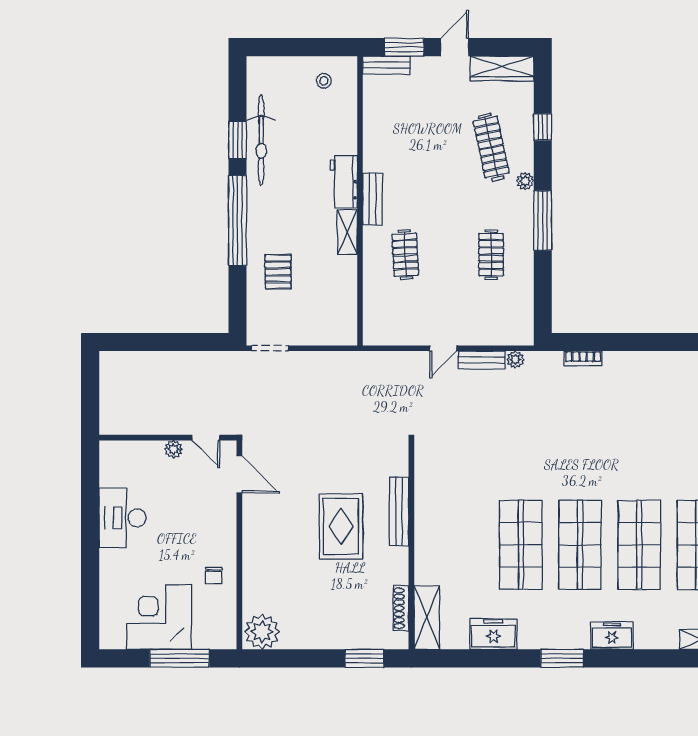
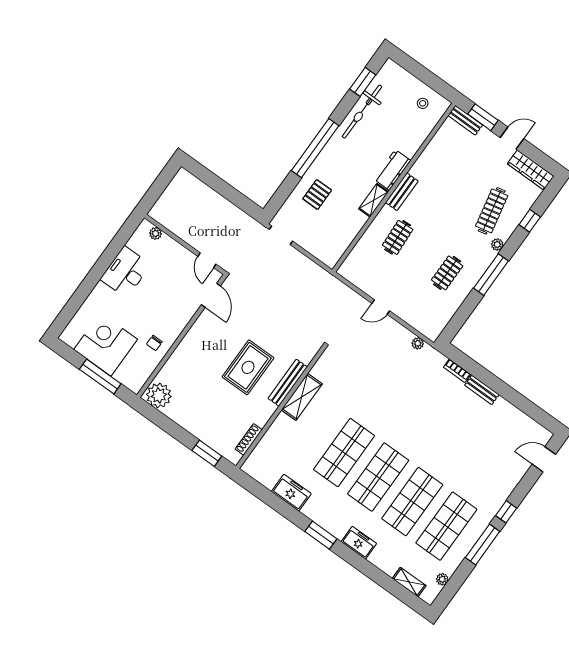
window: (238, 140) -> (363, 82), moved
bench: (482, 360) -> (482, 390), moved
plant: (174, 449) -> (156, 233), moved
shelving: (427, 618) -> (302, 397), moved

